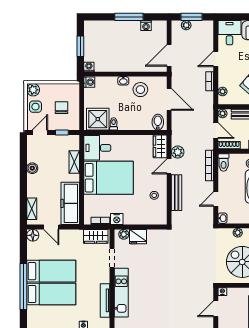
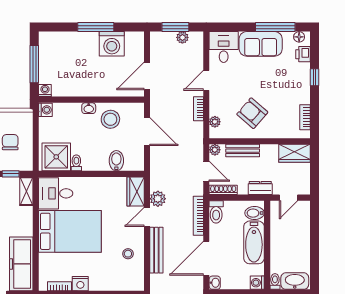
plant: (186, 25) -> (182, 37), moved
washing machine: (146, 26) -> (112, 44), width x1.89, depth x1.89
window: (80, 46) -> (34, 64), width x1.44
bidet: (158, 122) -> (116, 161), moved
shelving: (74, 162) -> (26, 191), moved
door: (216, 199) -> (206, 258), width x1.88

